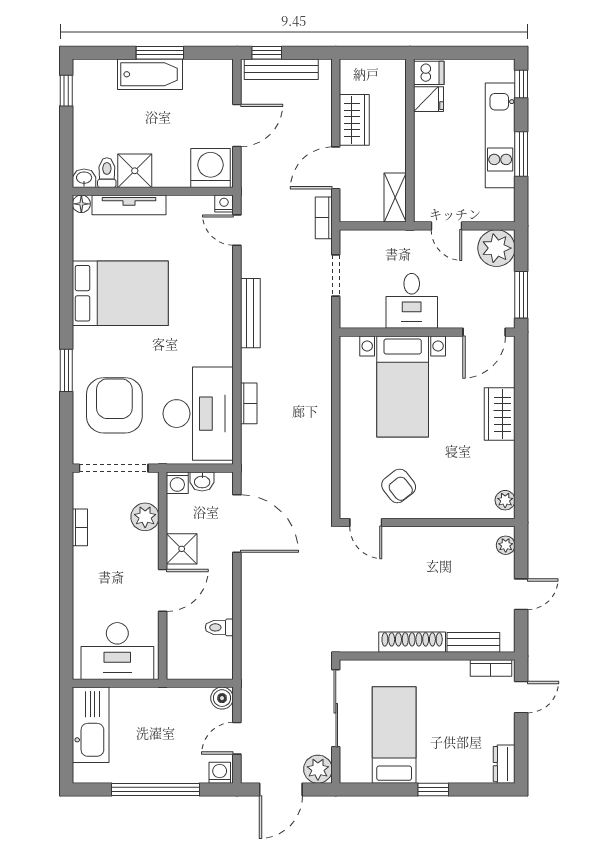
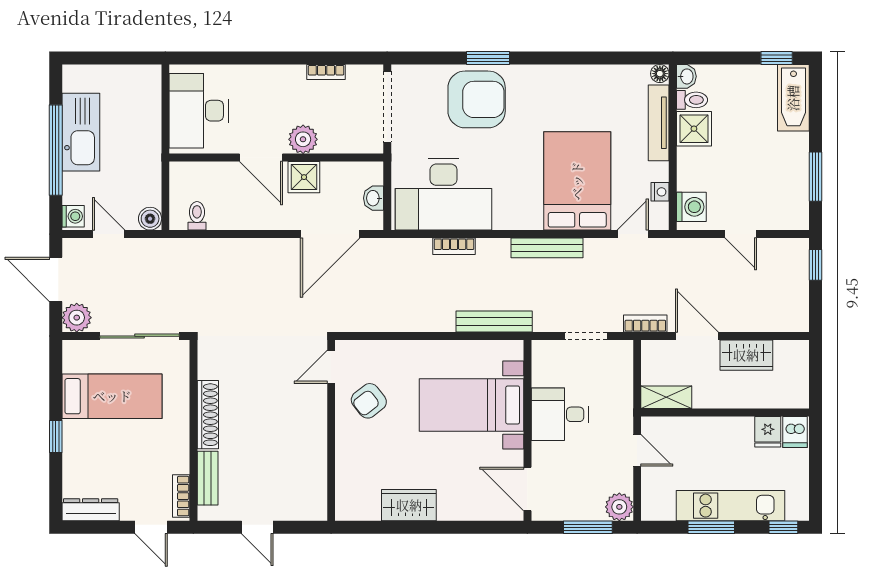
window: (160, 53) -> (816, 177), moved
bench: (281, 69) -> (494, 322), moved, turned 90
bathtub: (150, 74) -> (793, 98), moved
door: (237, 125) -> (741, 234), width x0.73
washing machine: (211, 168) -> (691, 207), width x0.73, depth x0.73
nightstand: (224, 204) -> (660, 192), moved
door: (447, 226) -> (637, 450), swing flipped
plant: (496, 248) -> (619, 507), width x0.73, depth x0.73
bed: (120, 293) -> (577, 181), moved, turned 180
window: (521, 295) -> (588, 527), moved
armchair: (114, 405) -> (477, 99), moved
wardrobe: (500, 414) -> (409, 505), moved
washing machine: (177, 483) -> (372, 173), removed
plant: (505, 500) -> (354, 511), removed
plant: (145, 517) -> (303, 139), moved
plant: (506, 545) -> (308, 511), removed
toilet: (219, 627) -> (197, 216), moved
kitchen sink: (91, 725) -> (81, 132), moved, turned -90
dresser: (504, 764) -> (91, 510), width x1.44

